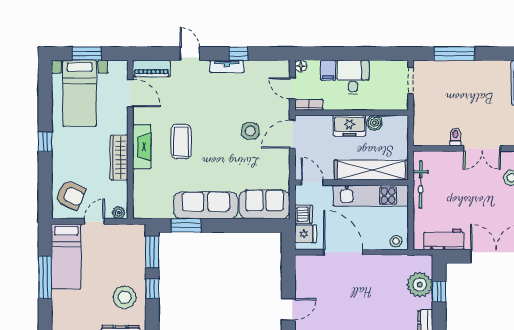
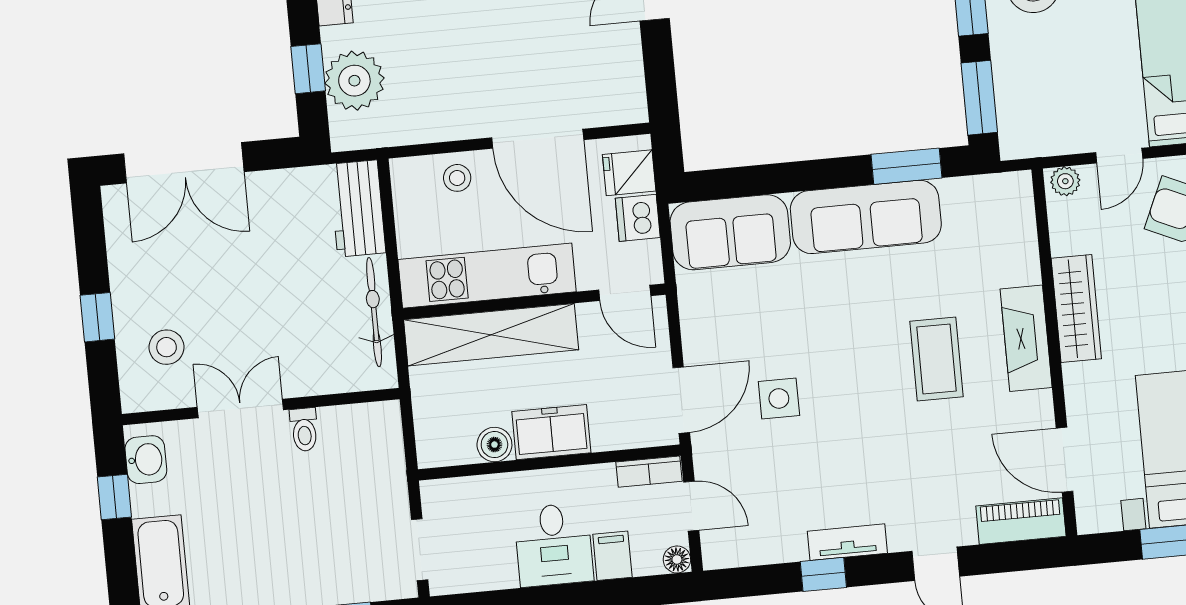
workbench: (444, 239) -> (357, 208), moved, turned 90
stool: (396, 241) -> (457, 178), moved

